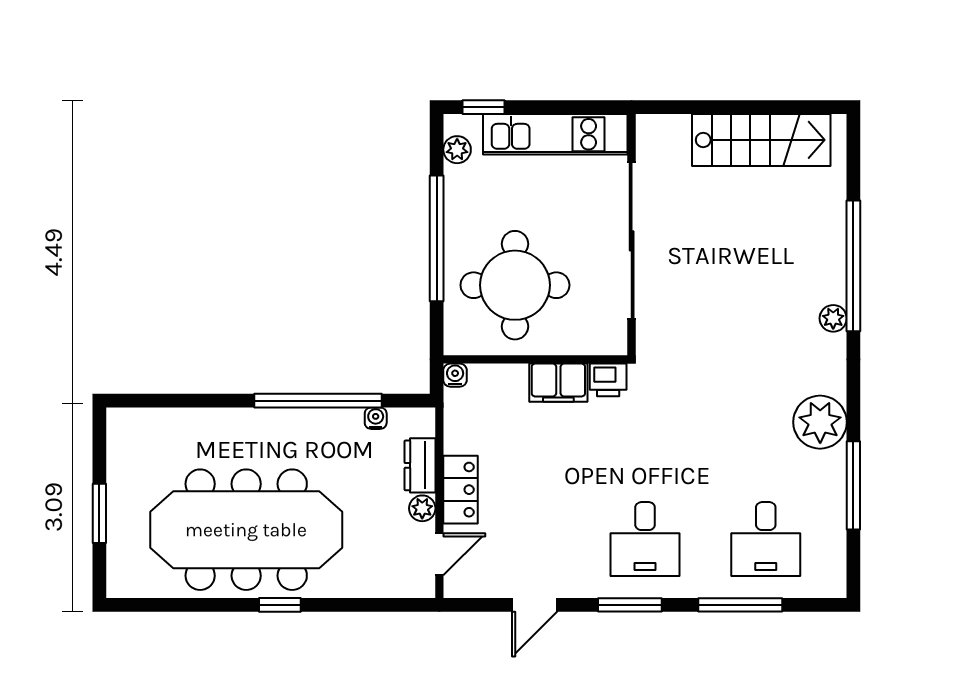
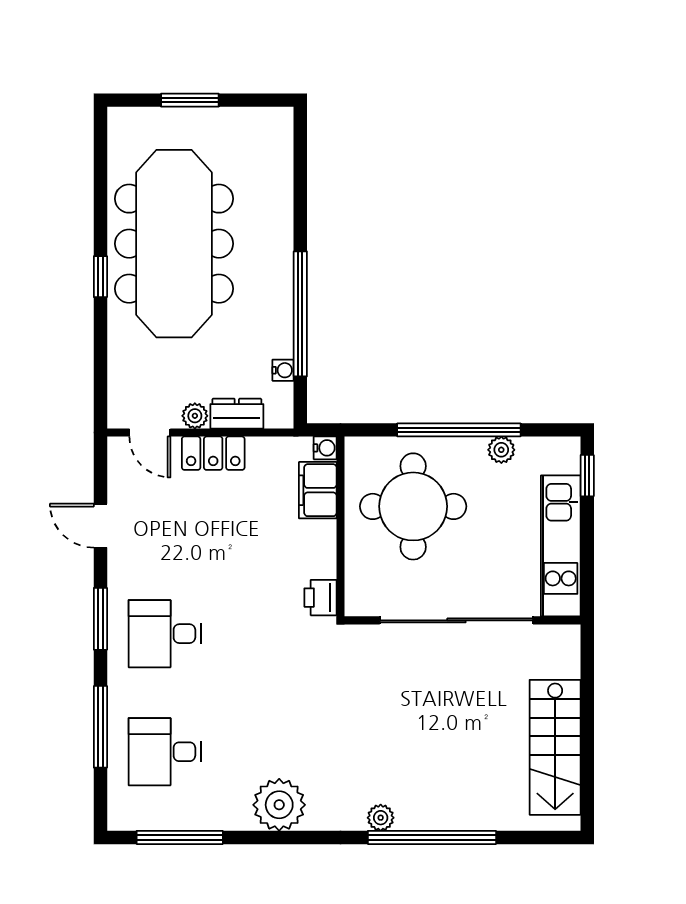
plant: (457, 150) -> (501, 450), moved
filing cabinet: (558, 383) -> (318, 490), moved
window: (853, 485) -> (180, 837), moved

